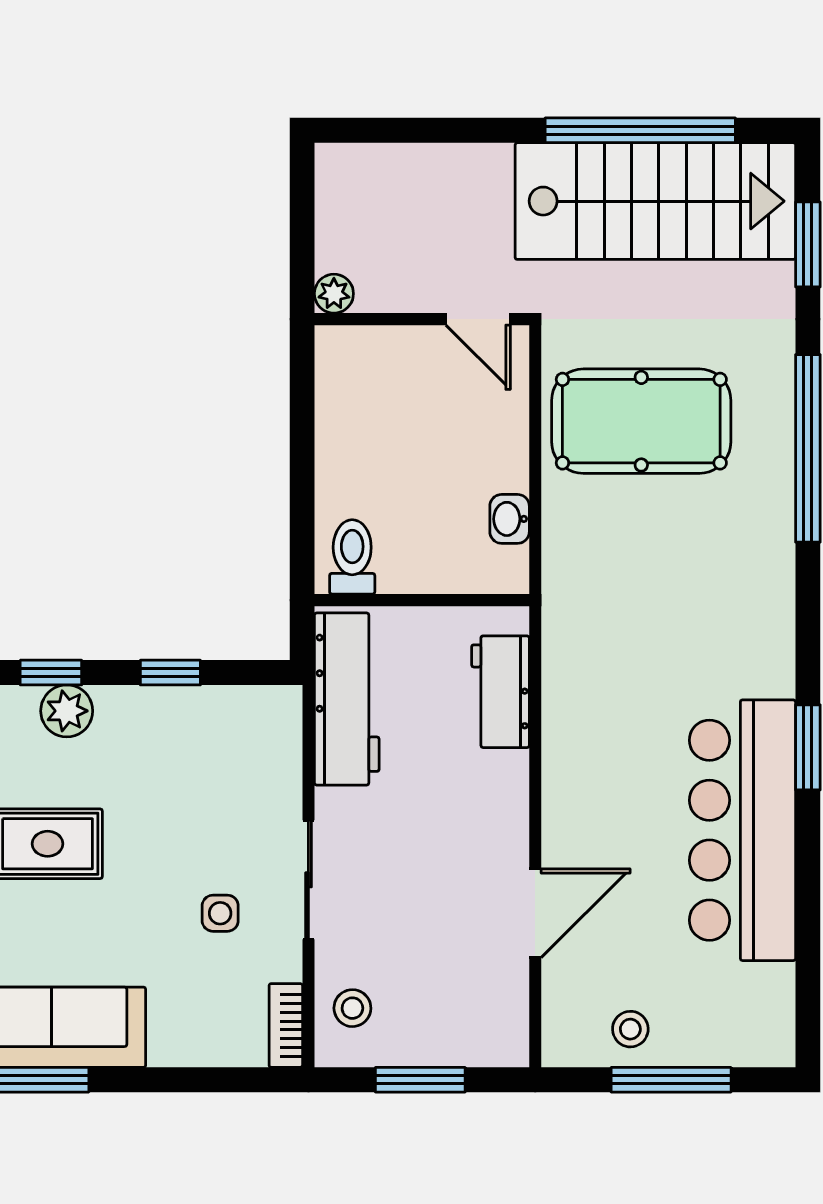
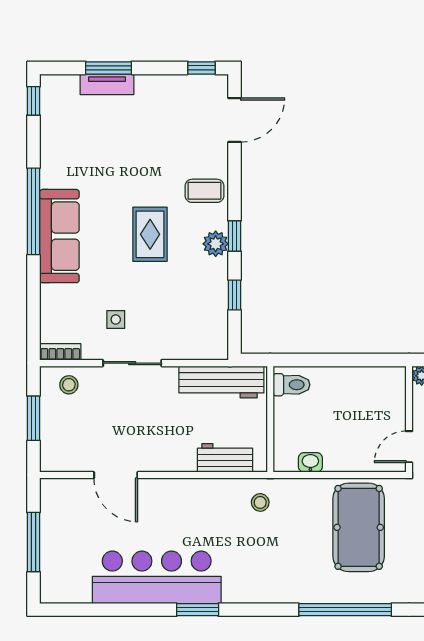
stool: (630, 1029) -> (260, 502), moved

